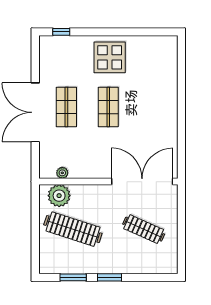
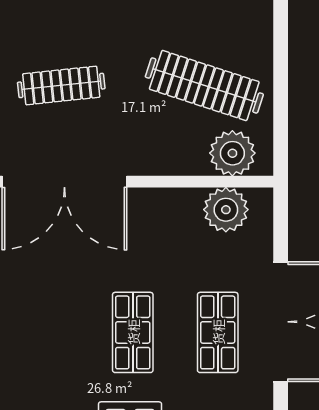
plant: (62, 173) -> (226, 210), width x1.87, depth x1.87
clothes rail: (144, 229) -> (61, 85), turned -30

